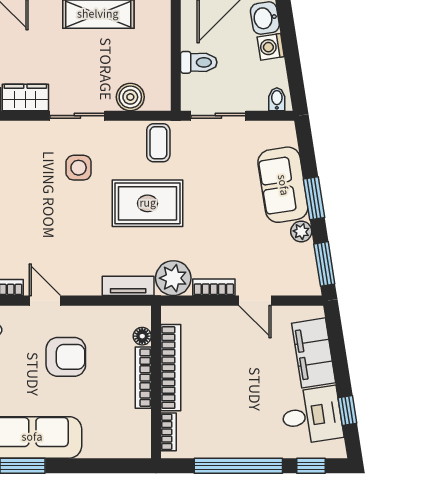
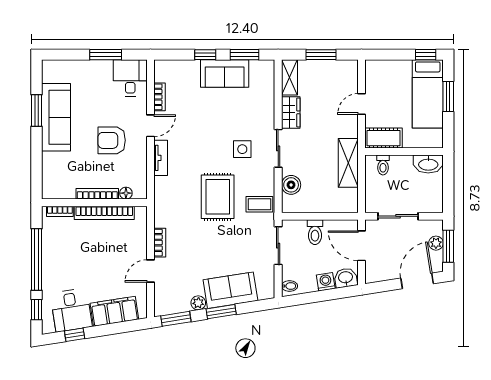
plant: (173, 278) -> (166, 215), removed
tv unit: (128, 286) -> (161, 158), moved
armchair: (66, 357) -> (112, 140), turned 90

